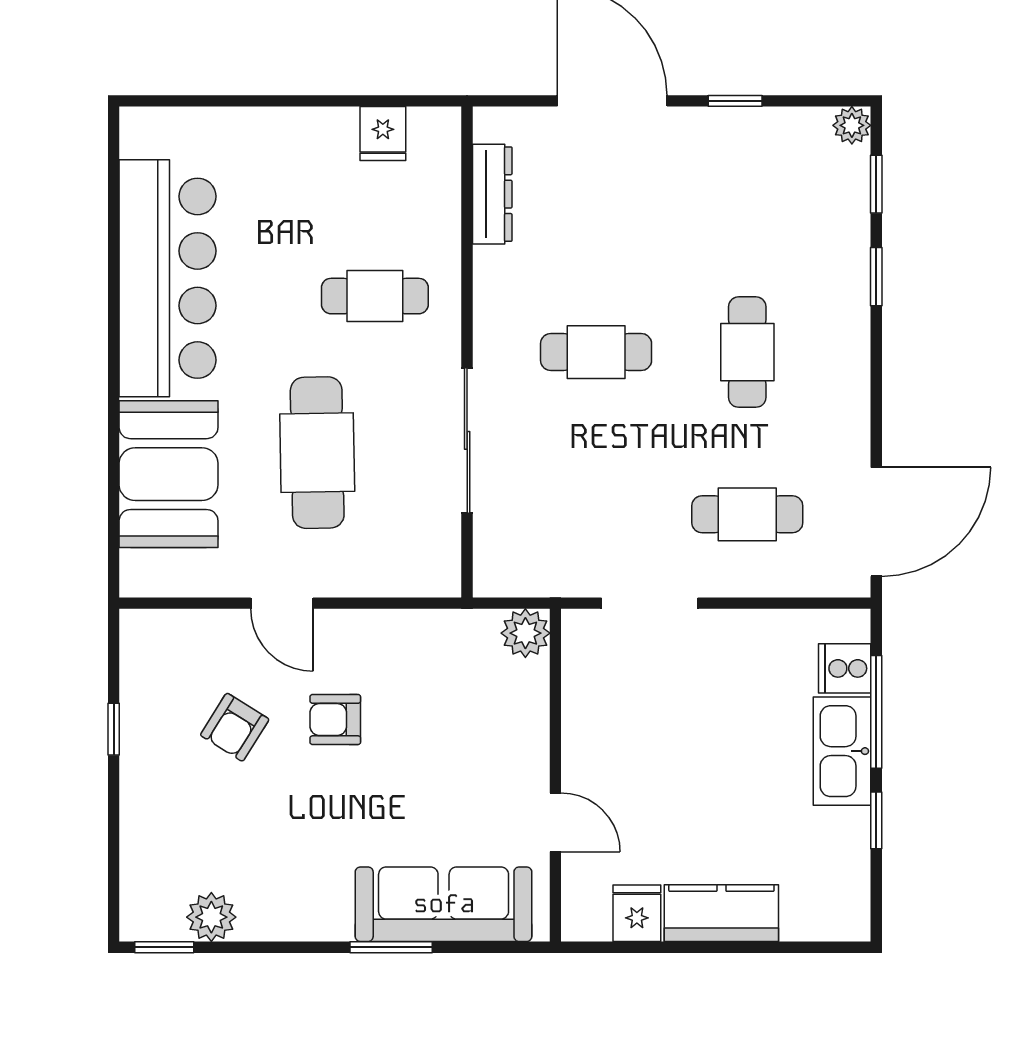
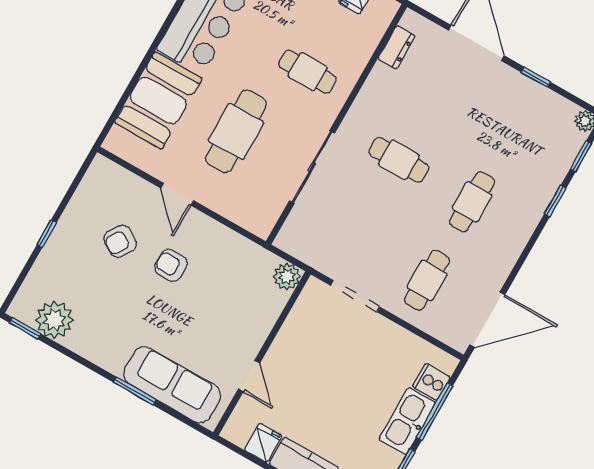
dresser: (492, 194) -> (397, 47), width x0.70
cafe table: (747, 514) -> (427, 280), turned 90
window: (114, 729) -> (47, 234), moved
plant: (211, 917) -> (54, 320), width x1.36, depth x1.36

